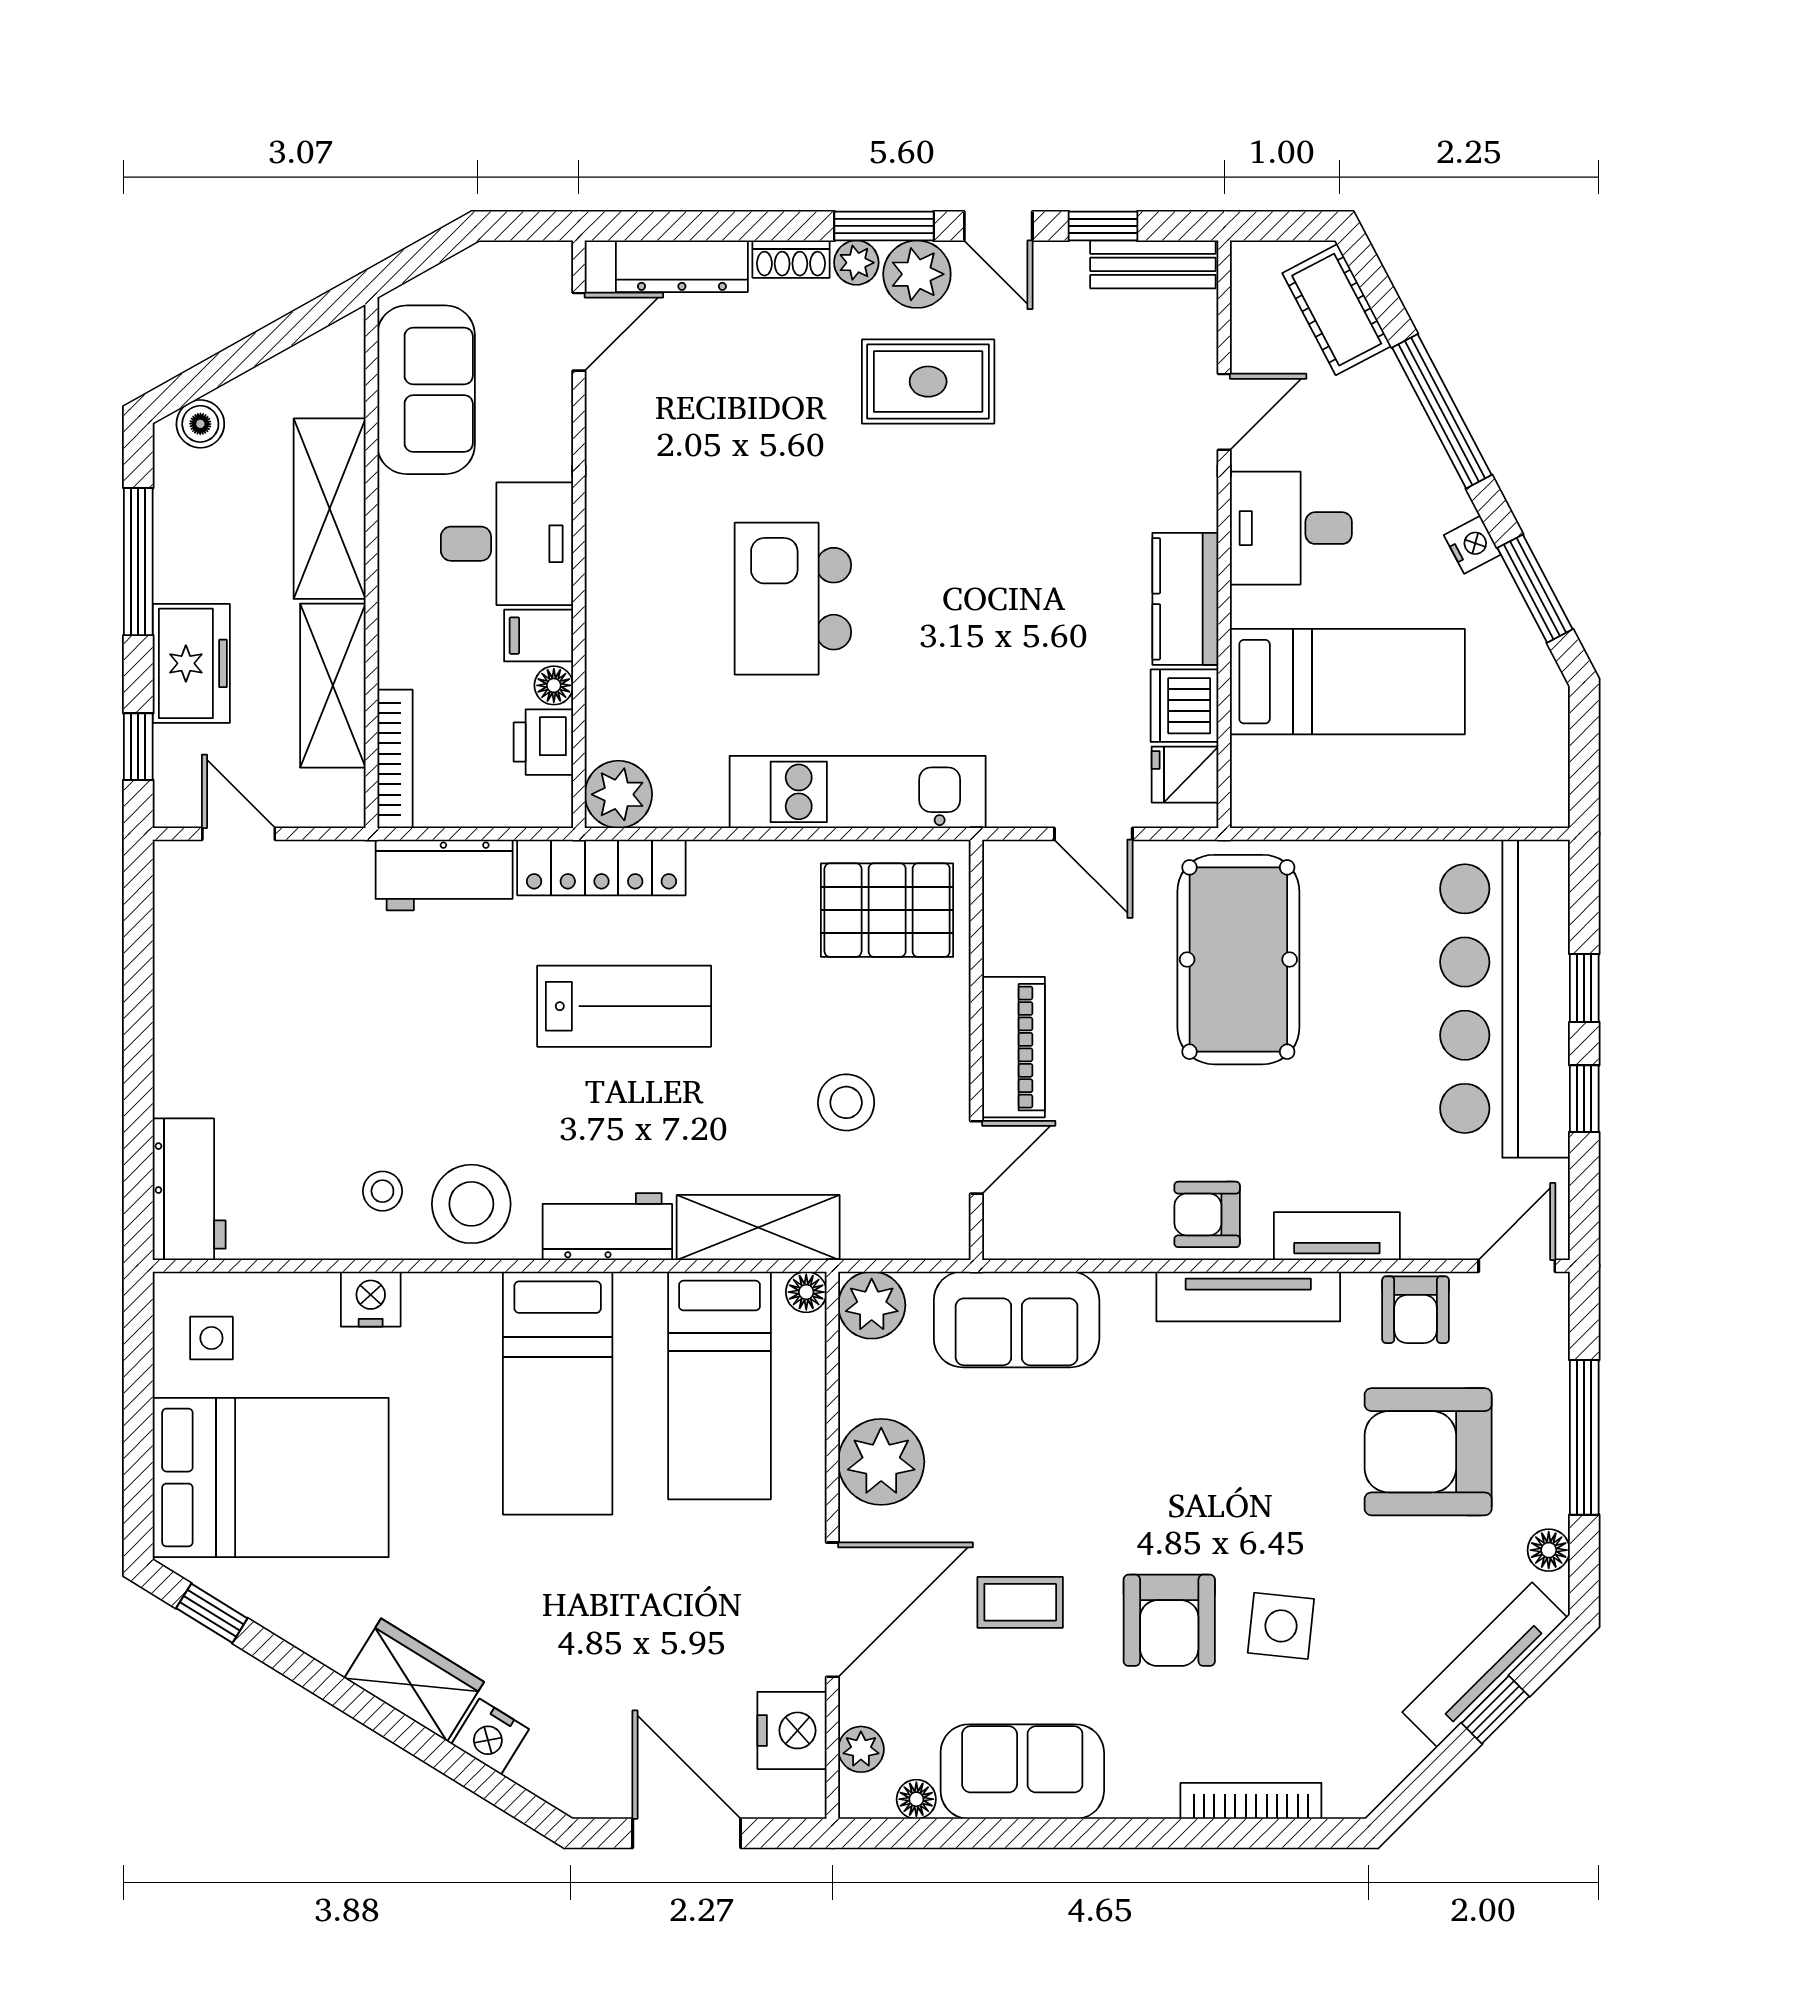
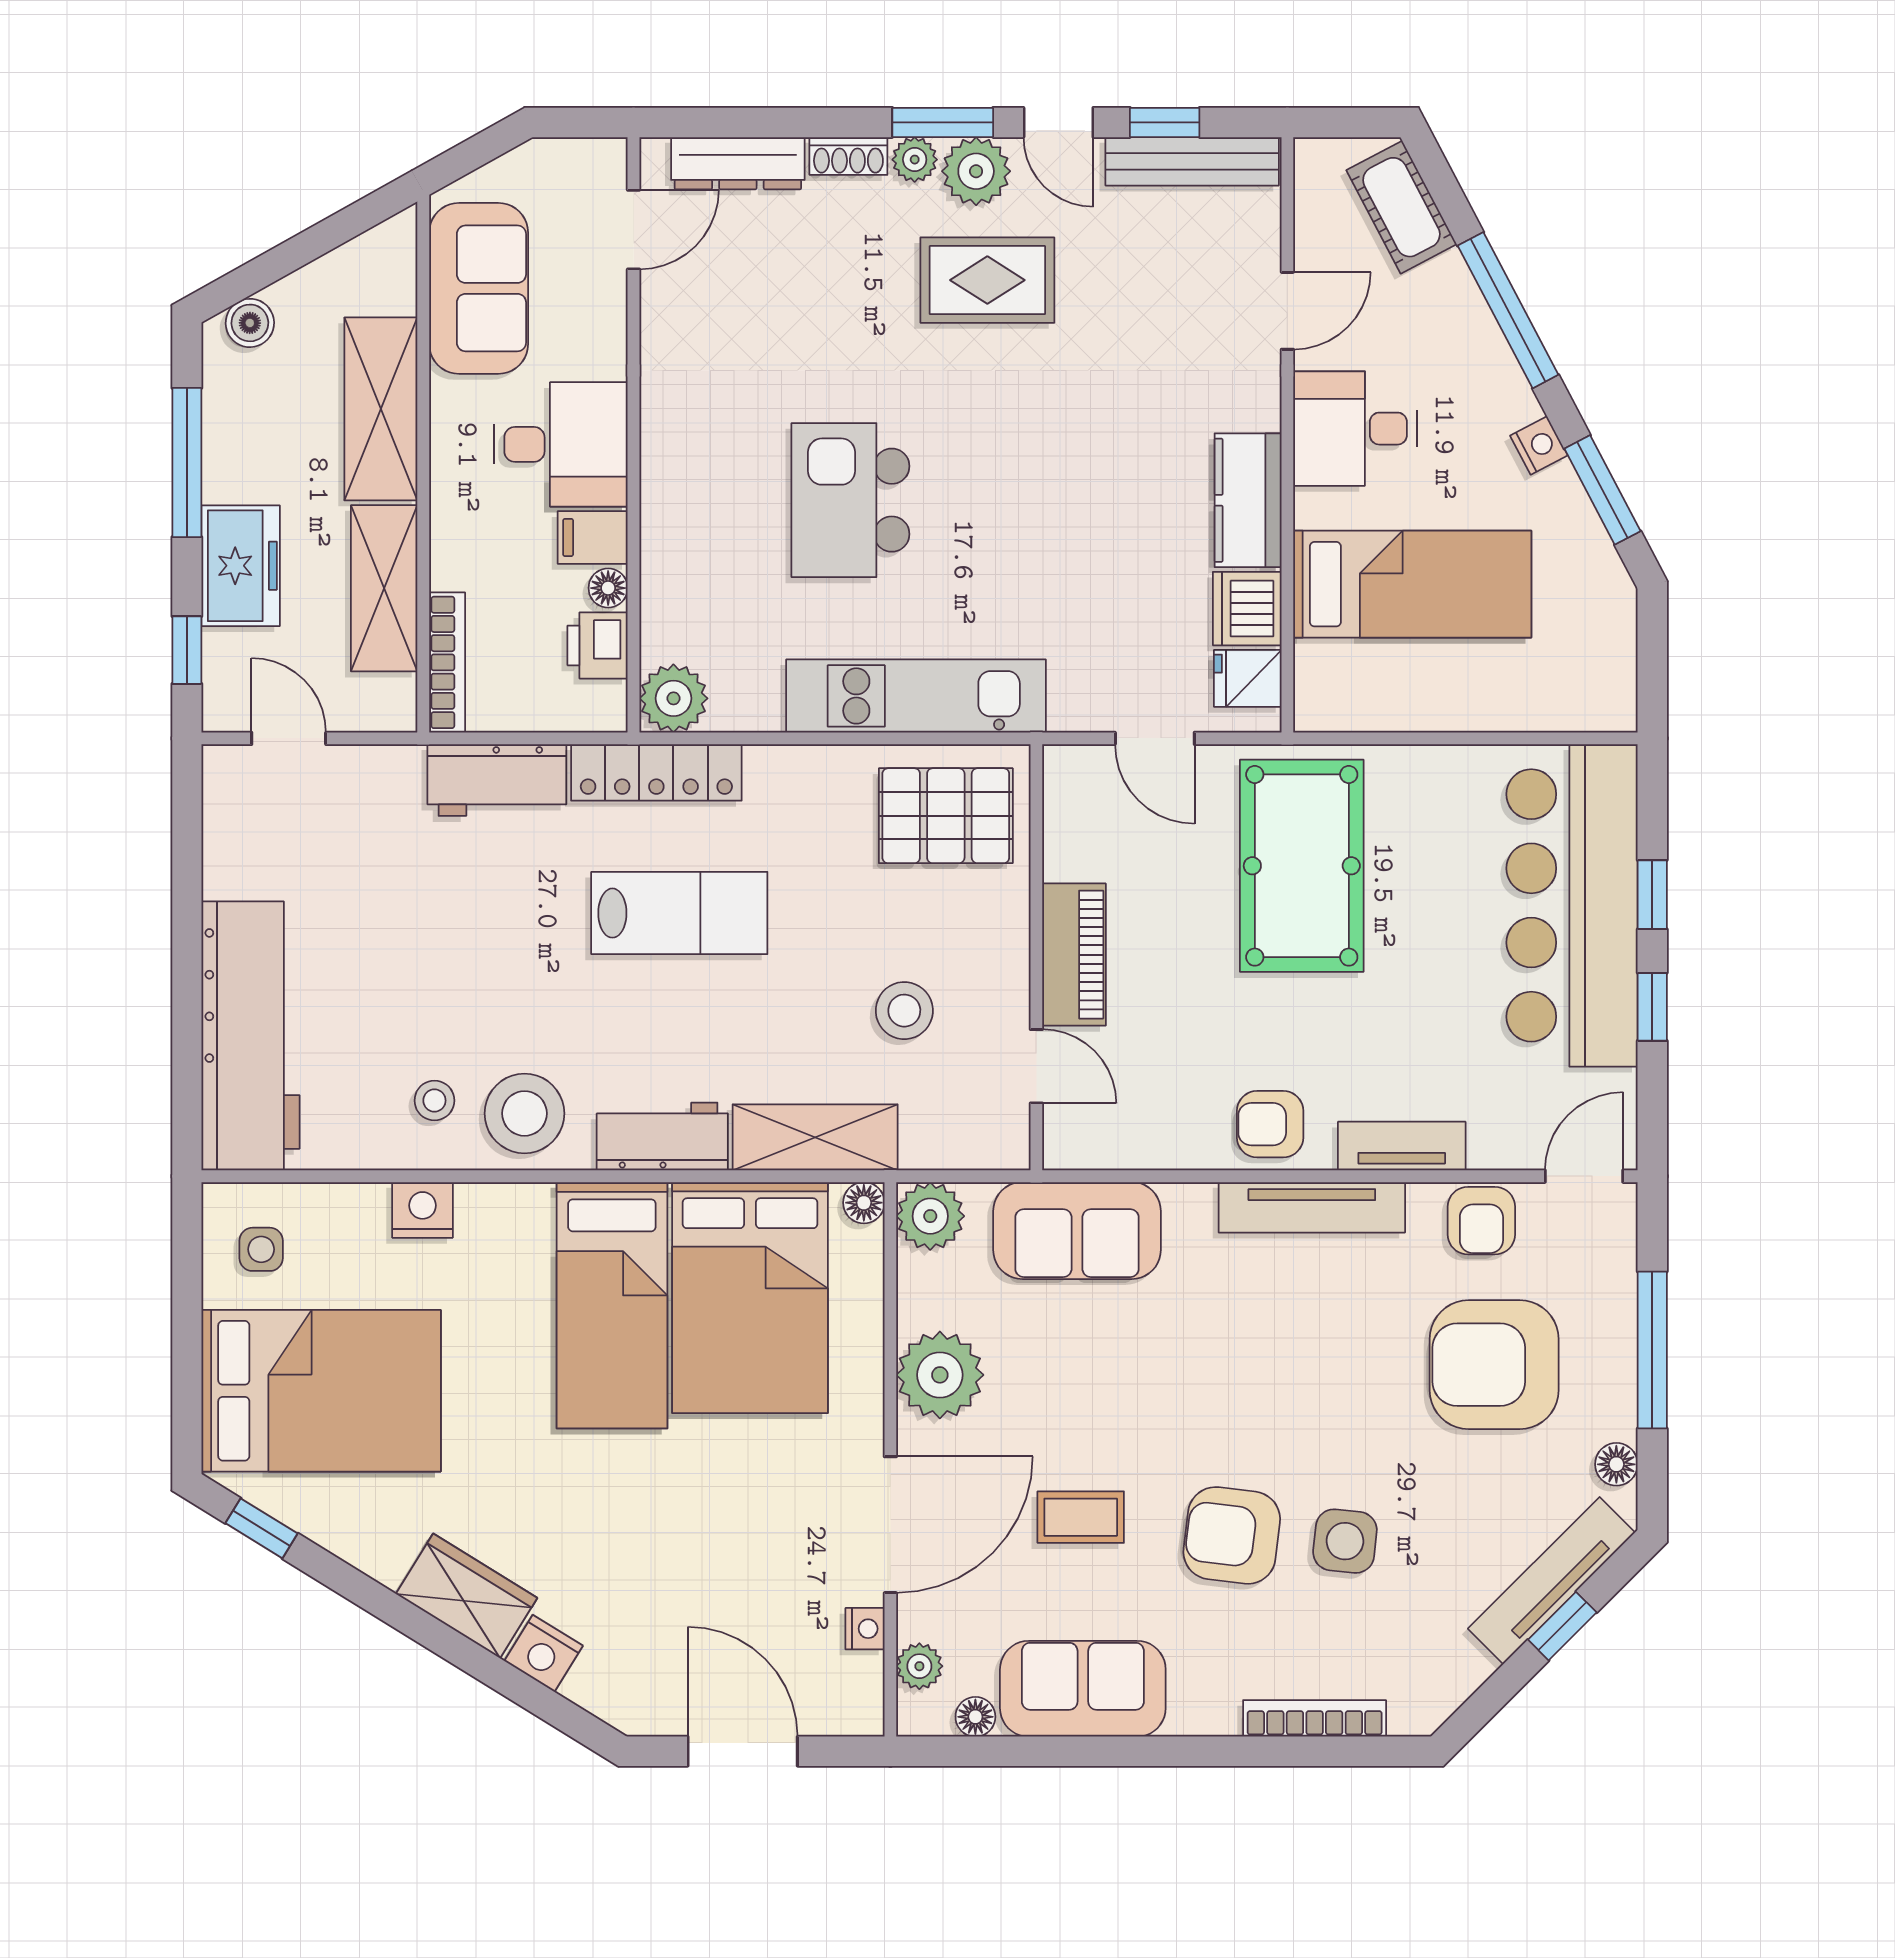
bench: (1153, 264) -> (1192, 161), width x1.36
door: (976, 1157) -> (1036, 1066), hinge flipped
workbench: (189, 1189) -> (251, 1036), width x1.87, depth x1.32
bed: (719, 1386) -> (750, 1298), width x1.50
armchair: (1169, 1620) -> (1232, 1535), turned 97
nightstand: (792, 1730) -> (865, 1629), width x0.53, depth x0.56

